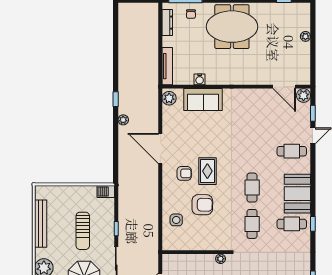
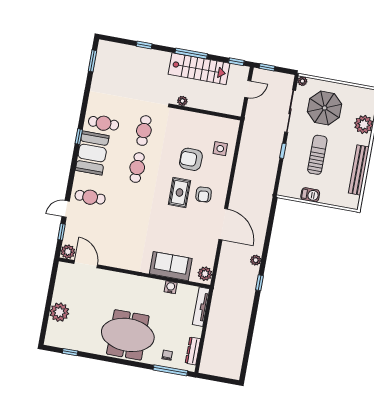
plant: (305, 36) -> (59, 312), width x1.88, depth x1.88
armchair: (184, 173) -> (204, 194), turned -94
barbecue: (106, 191) -> (310, 195), moved
window: (313, 224) -> (79, 136), moved

